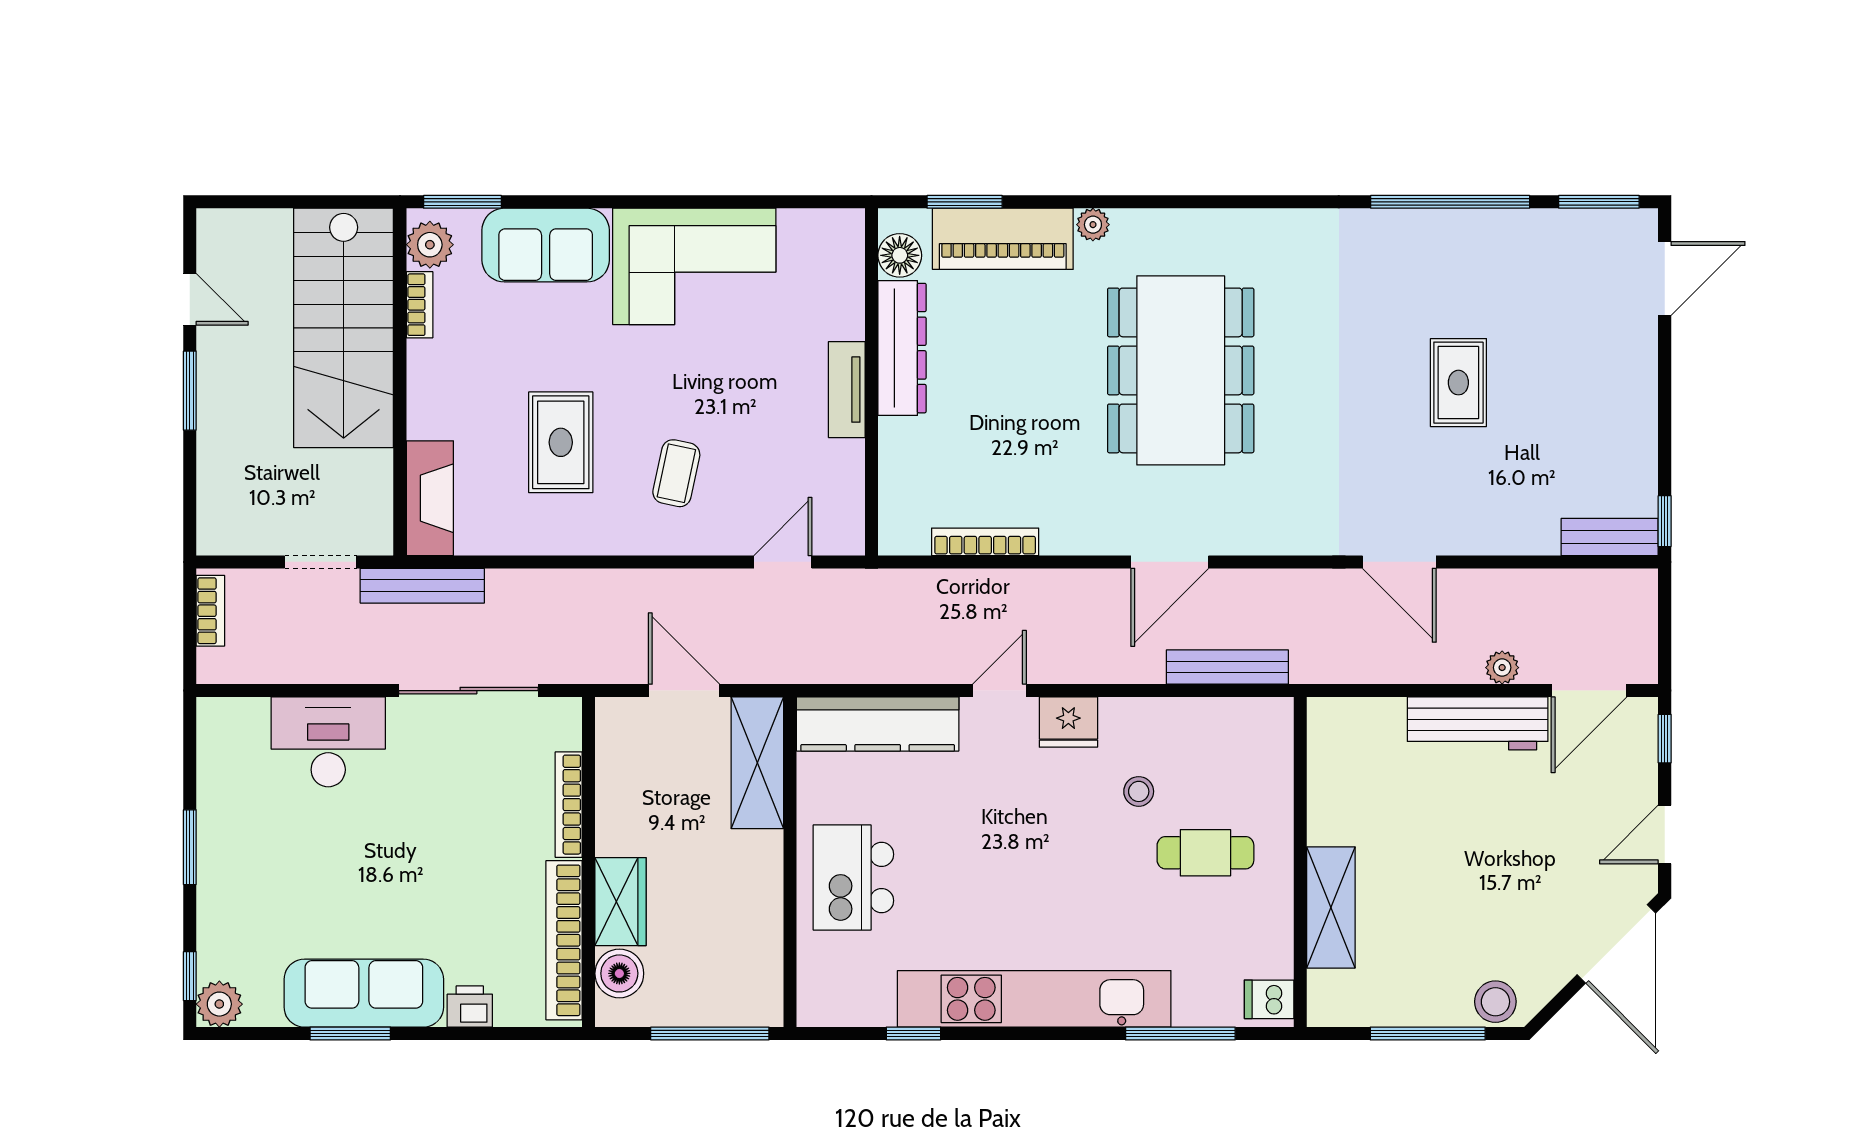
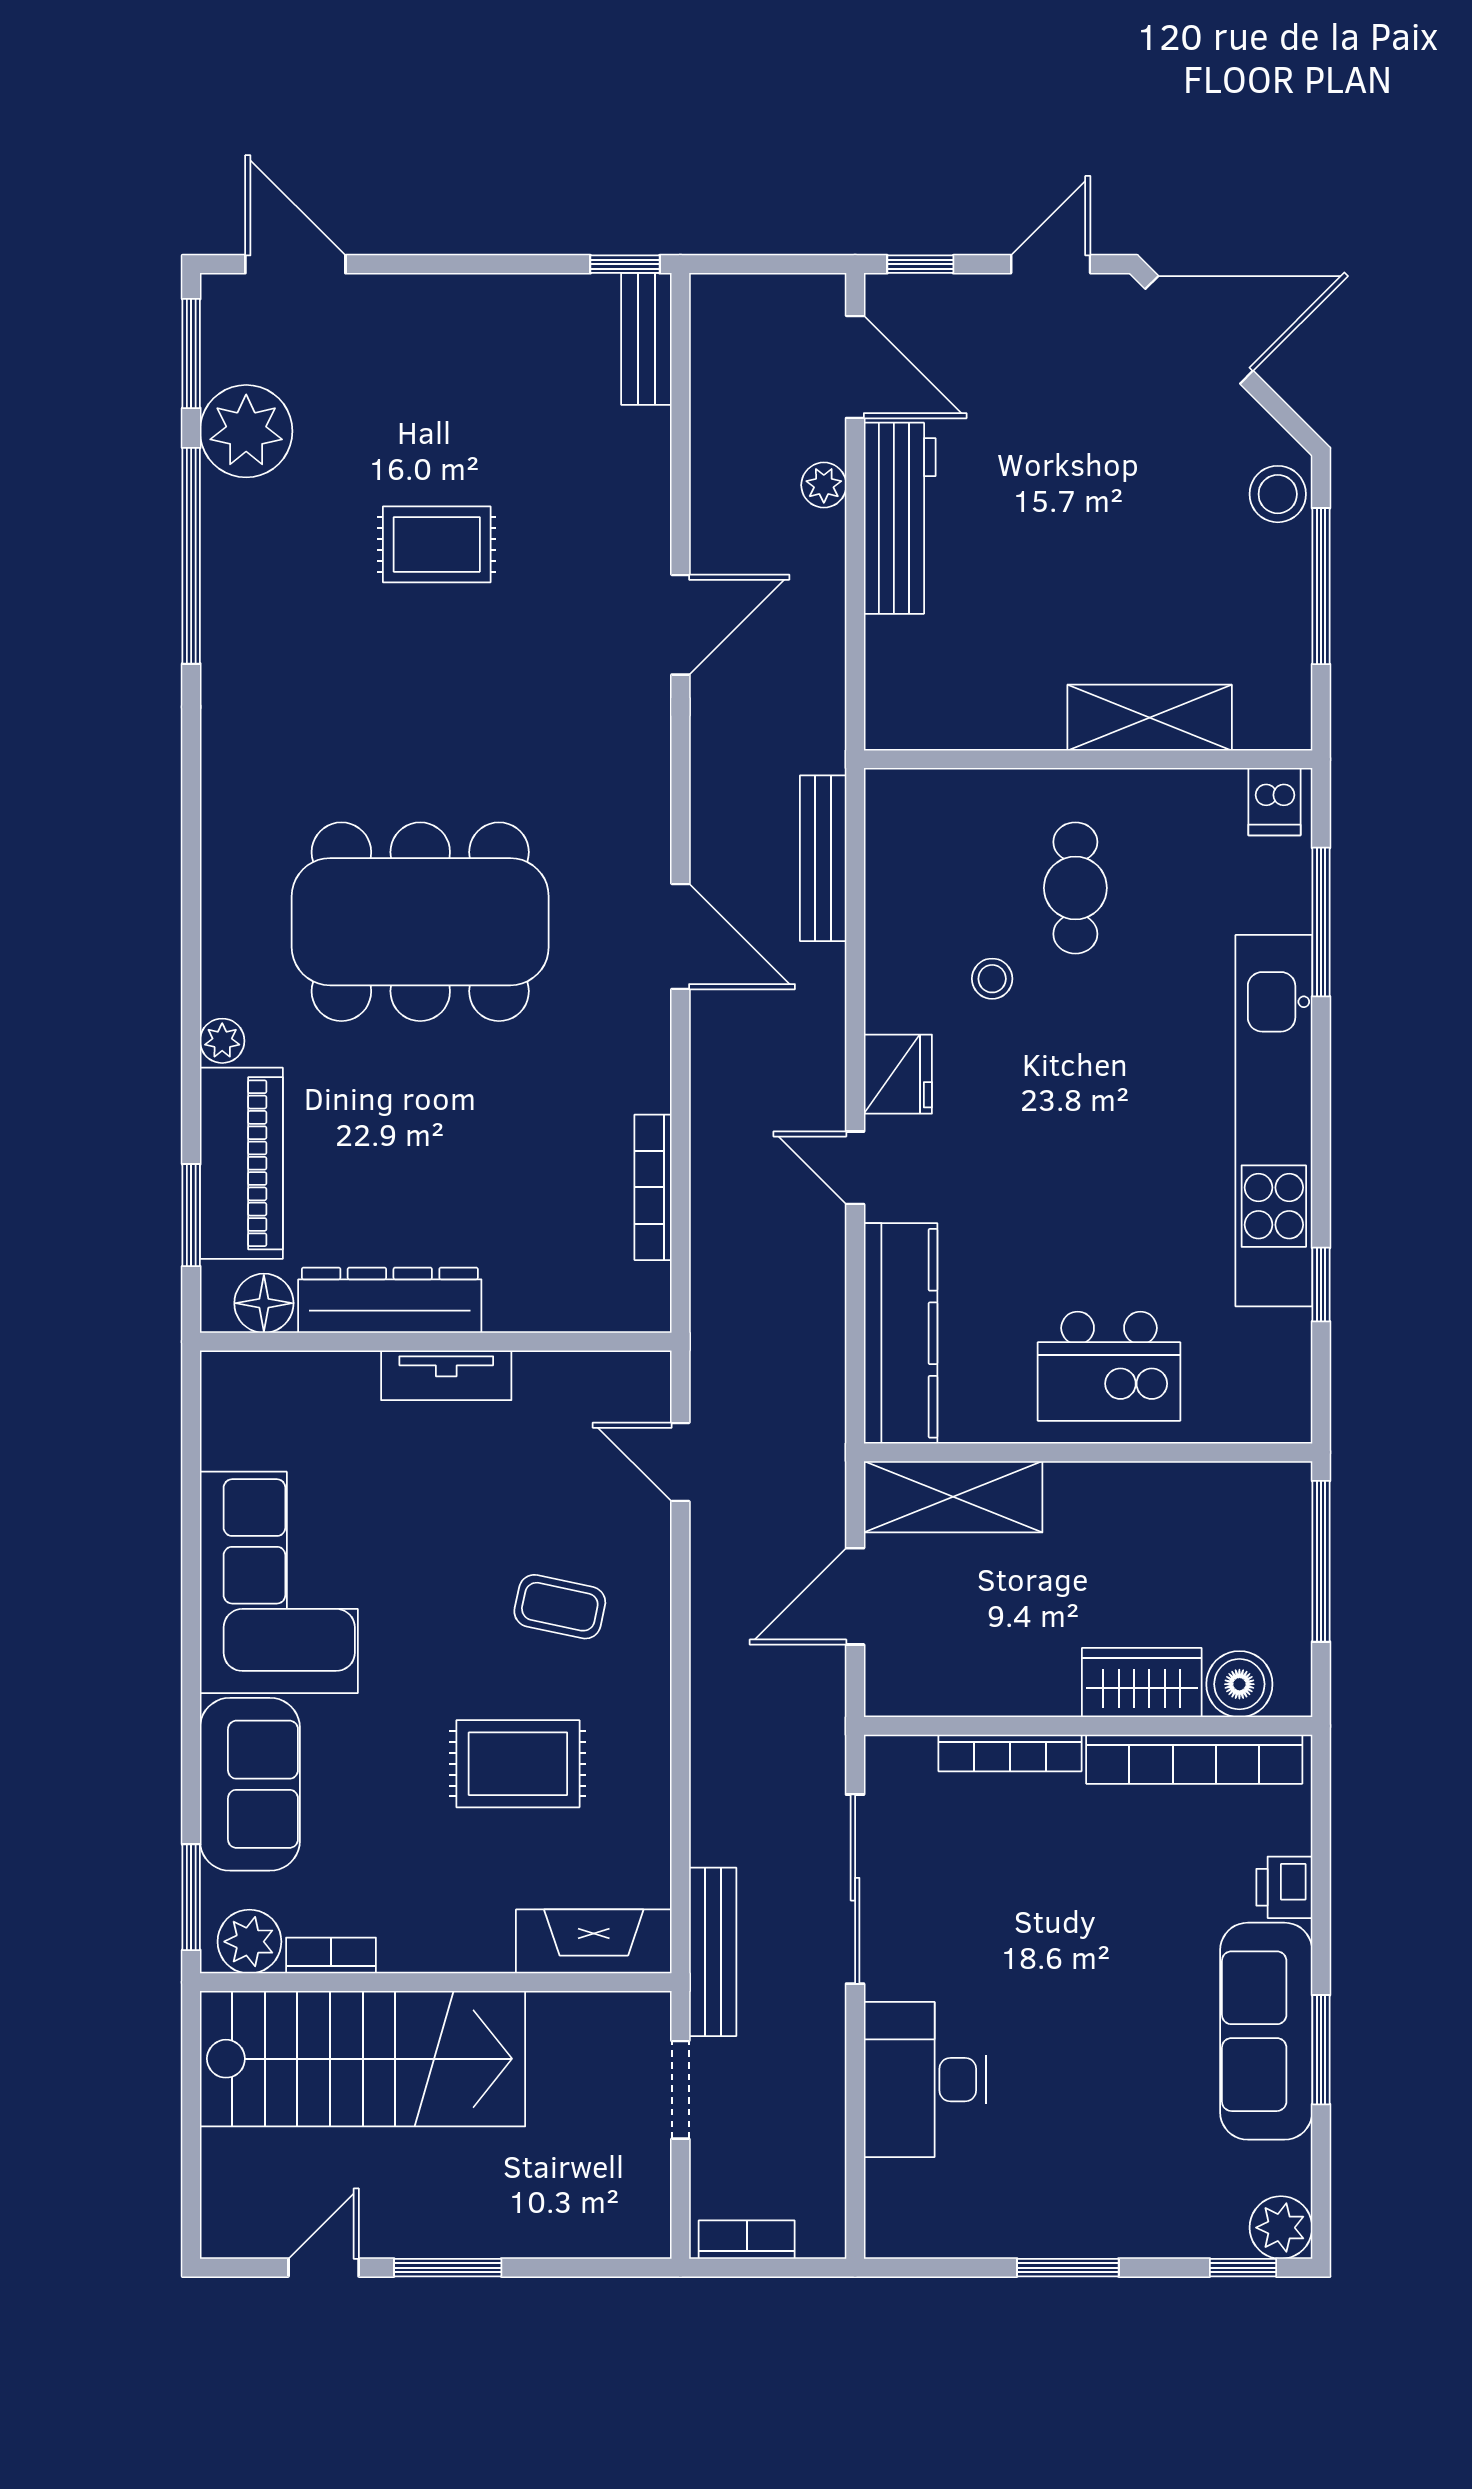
plant: (1542, 242) -> (246, 431), added
door: (1665, 835) -> (1051, 264), swing flipped

